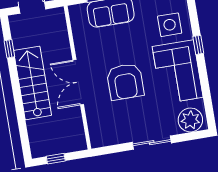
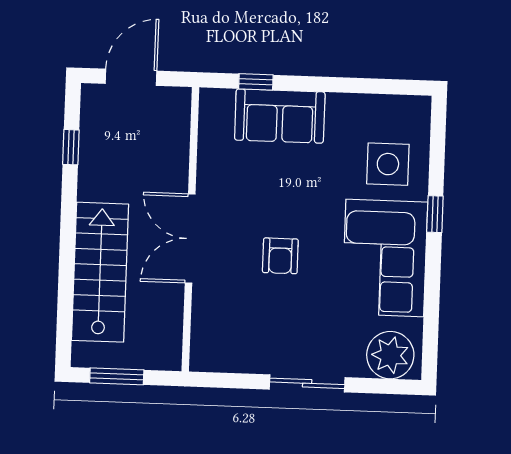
armchair: (125, 82) -> (280, 256), width x0.53, depth x0.53
stairs: (33, 83) -> (100, 272), moved
window: (56, 159) -> (117, 376), width x1.50

